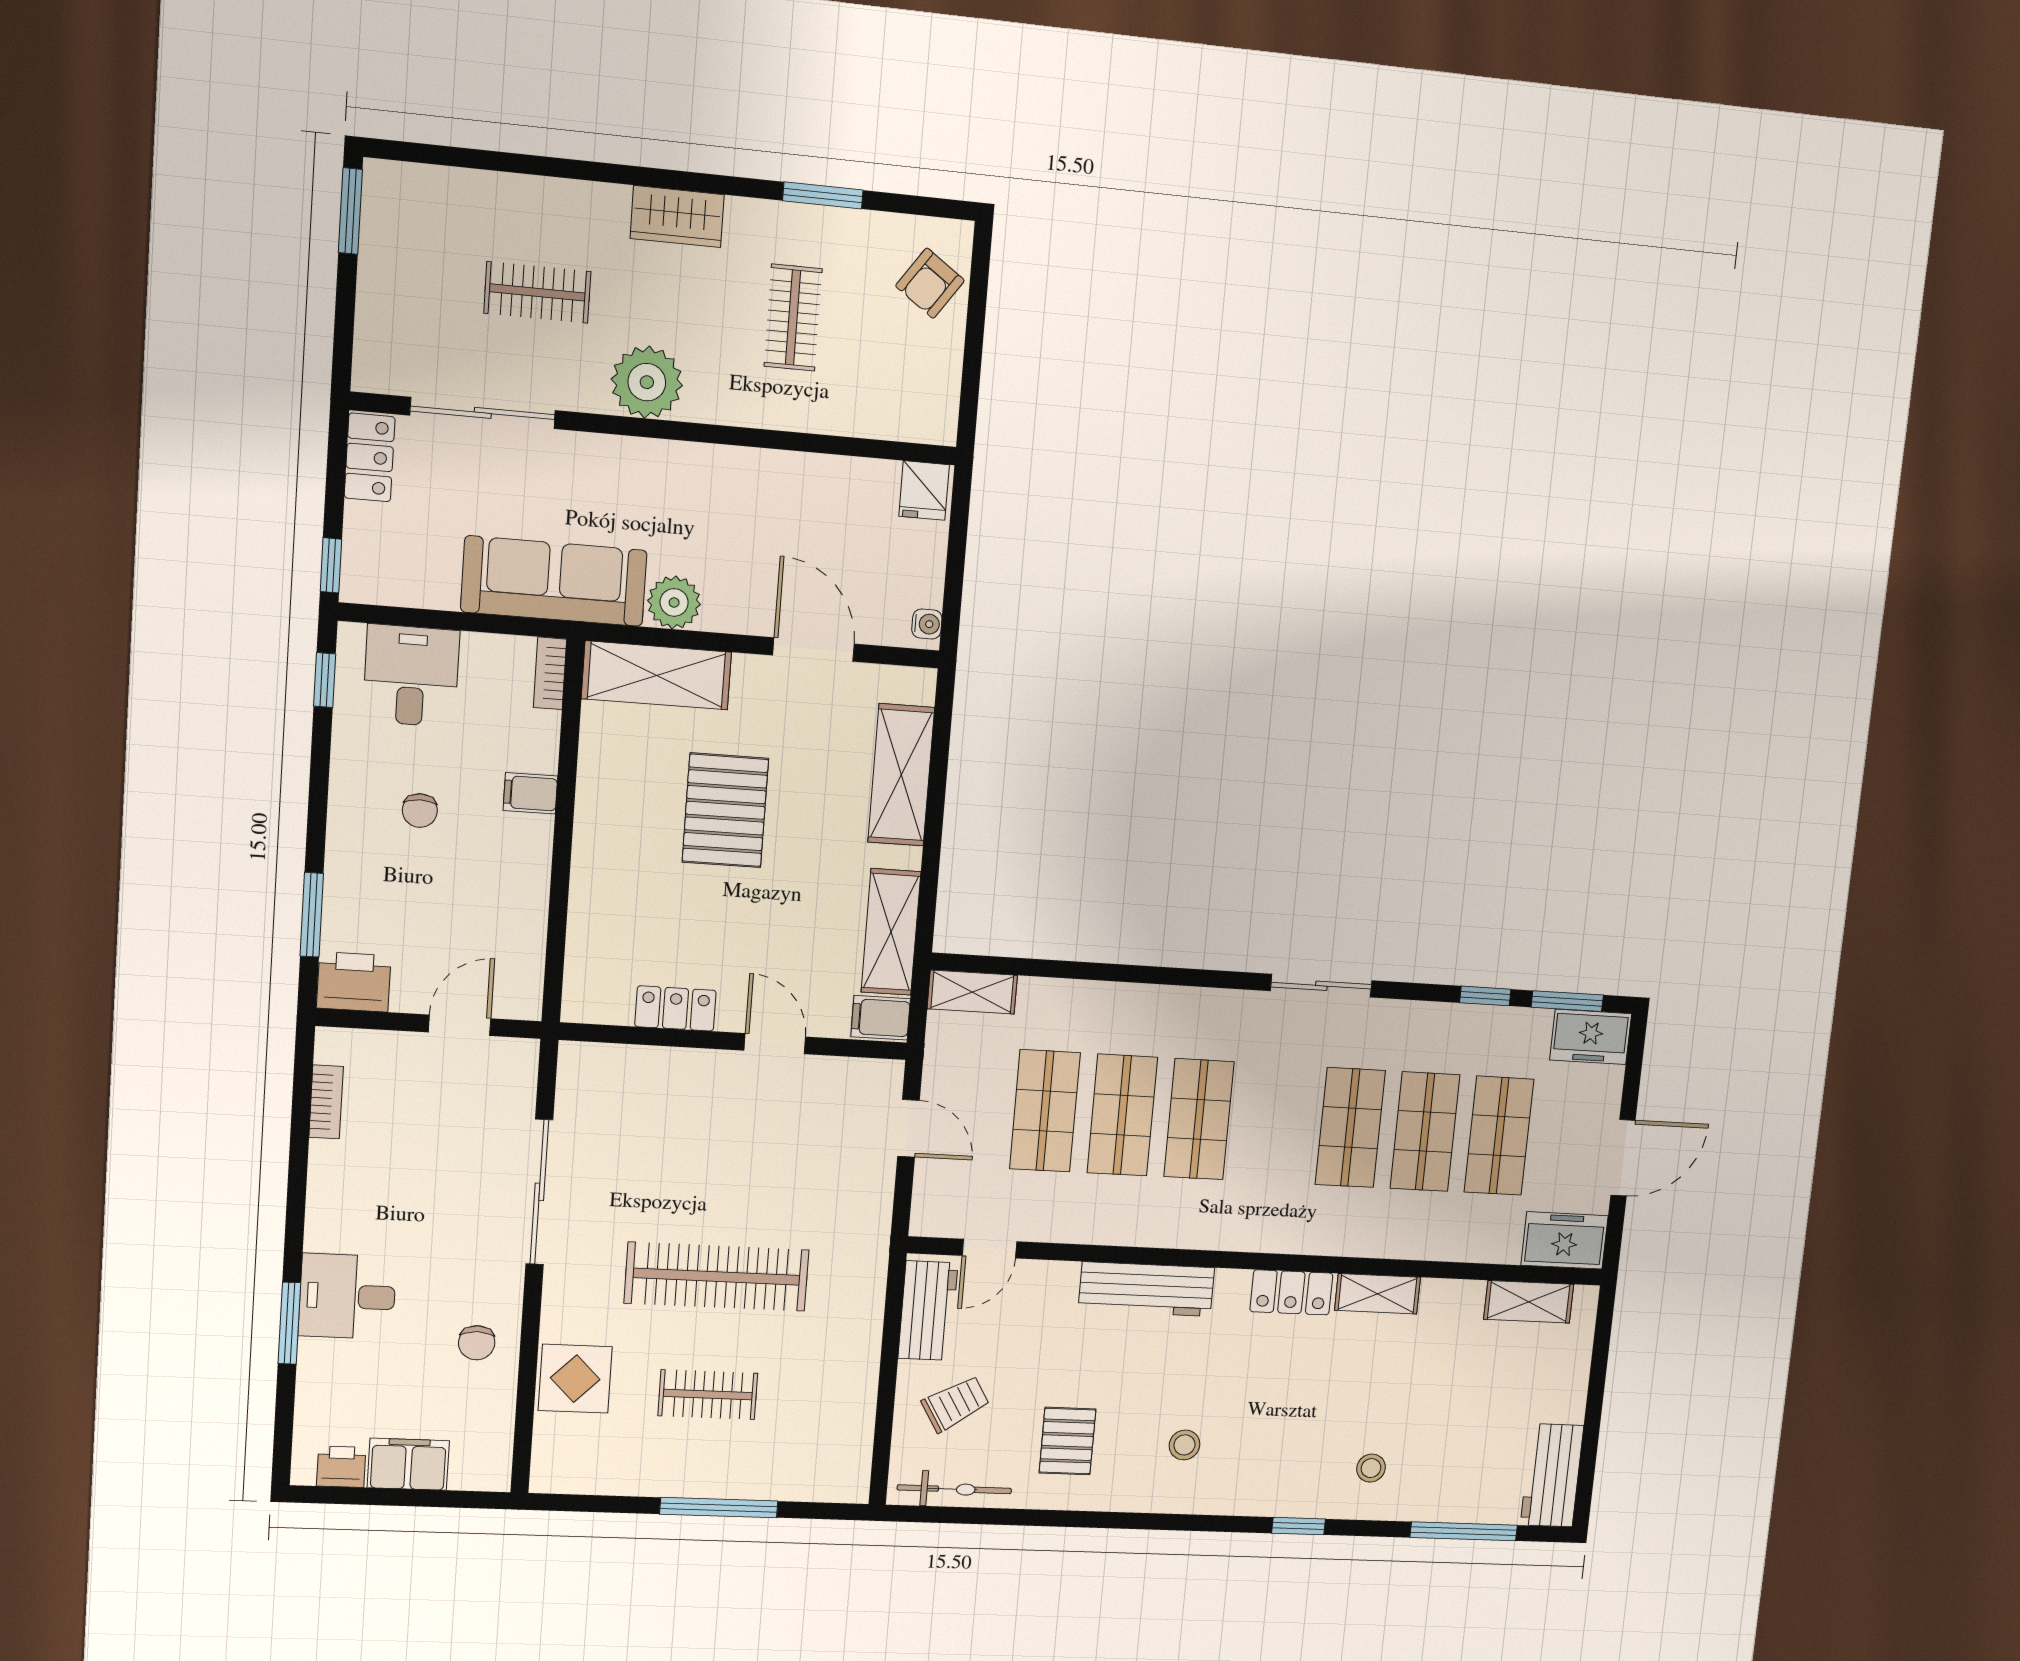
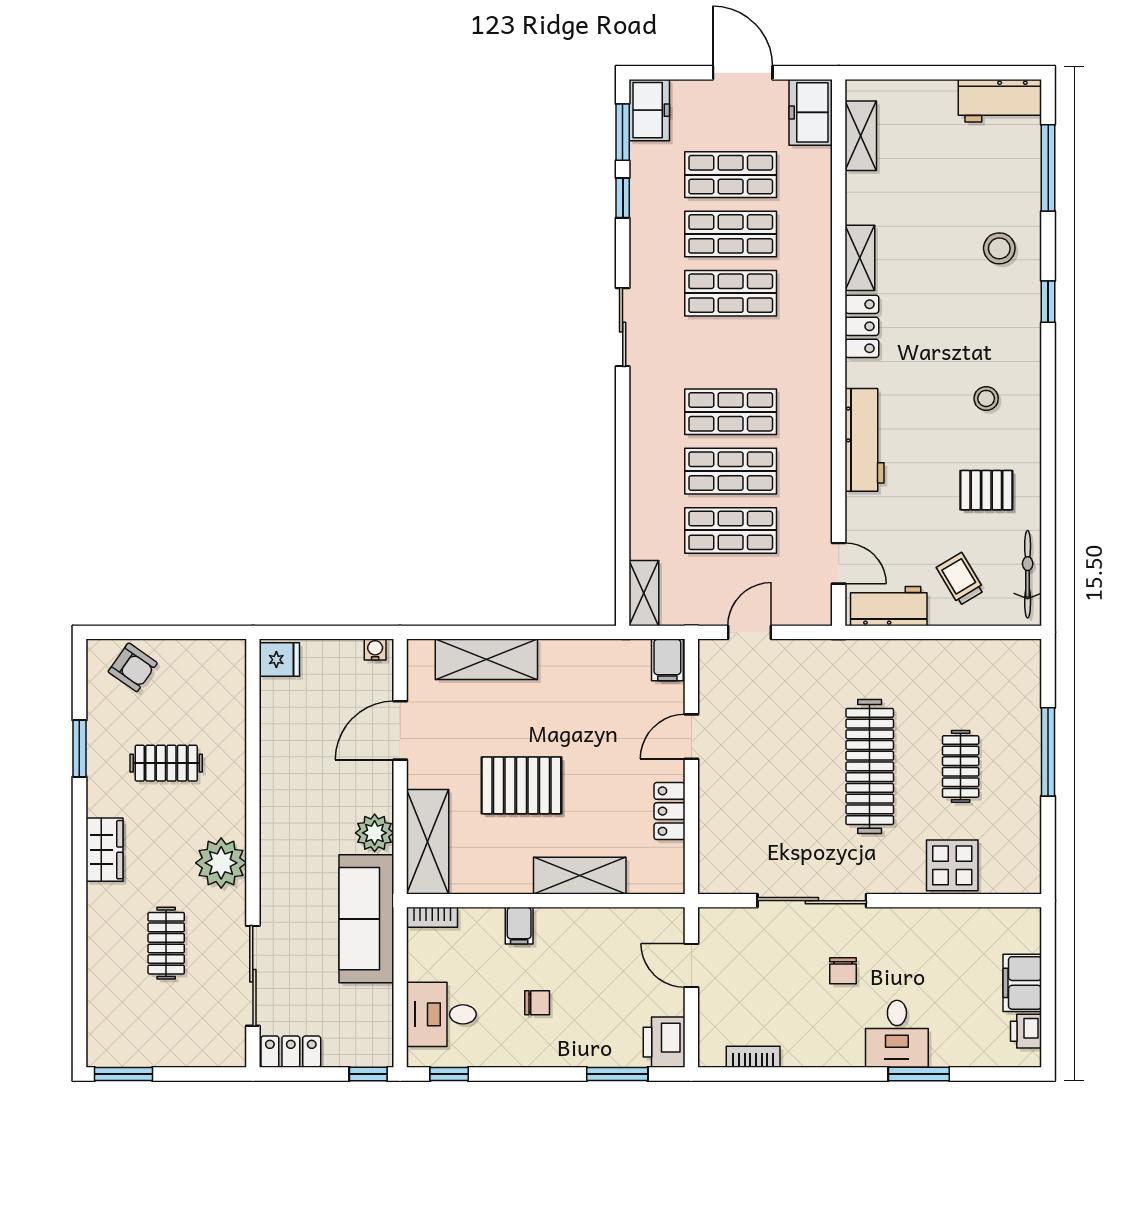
shelving: (891, 932) -> (580, 876), moved
chair: (477, 1343) -> (843, 971), moved, turned 90
stool: (1371, 1468) -> (999, 248), width x1.37, depth x1.37

